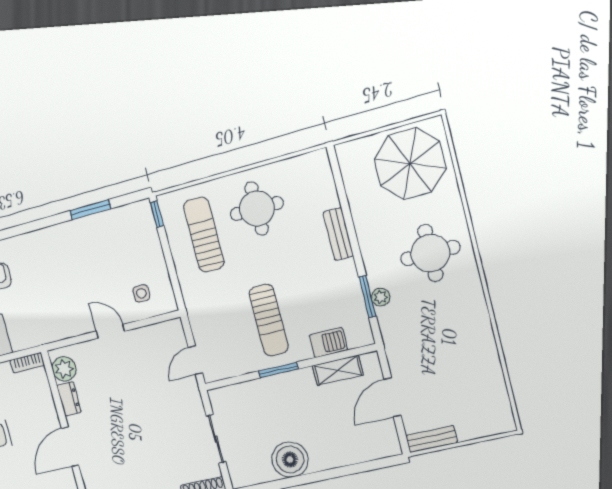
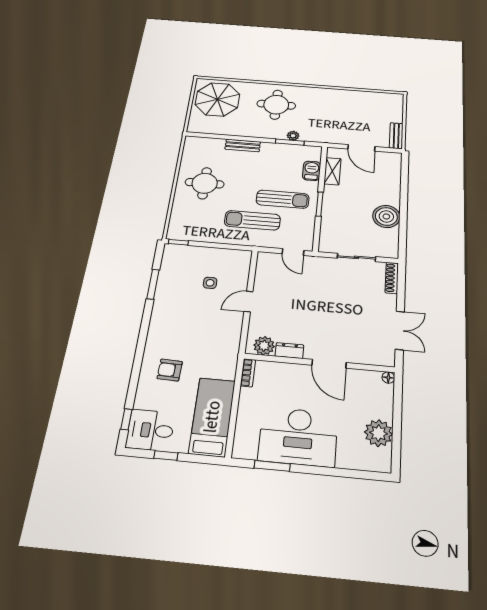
sun lounger: (204, 235) -> (252, 220), moved
side table: (141, 293) -> (210, 283), moved

